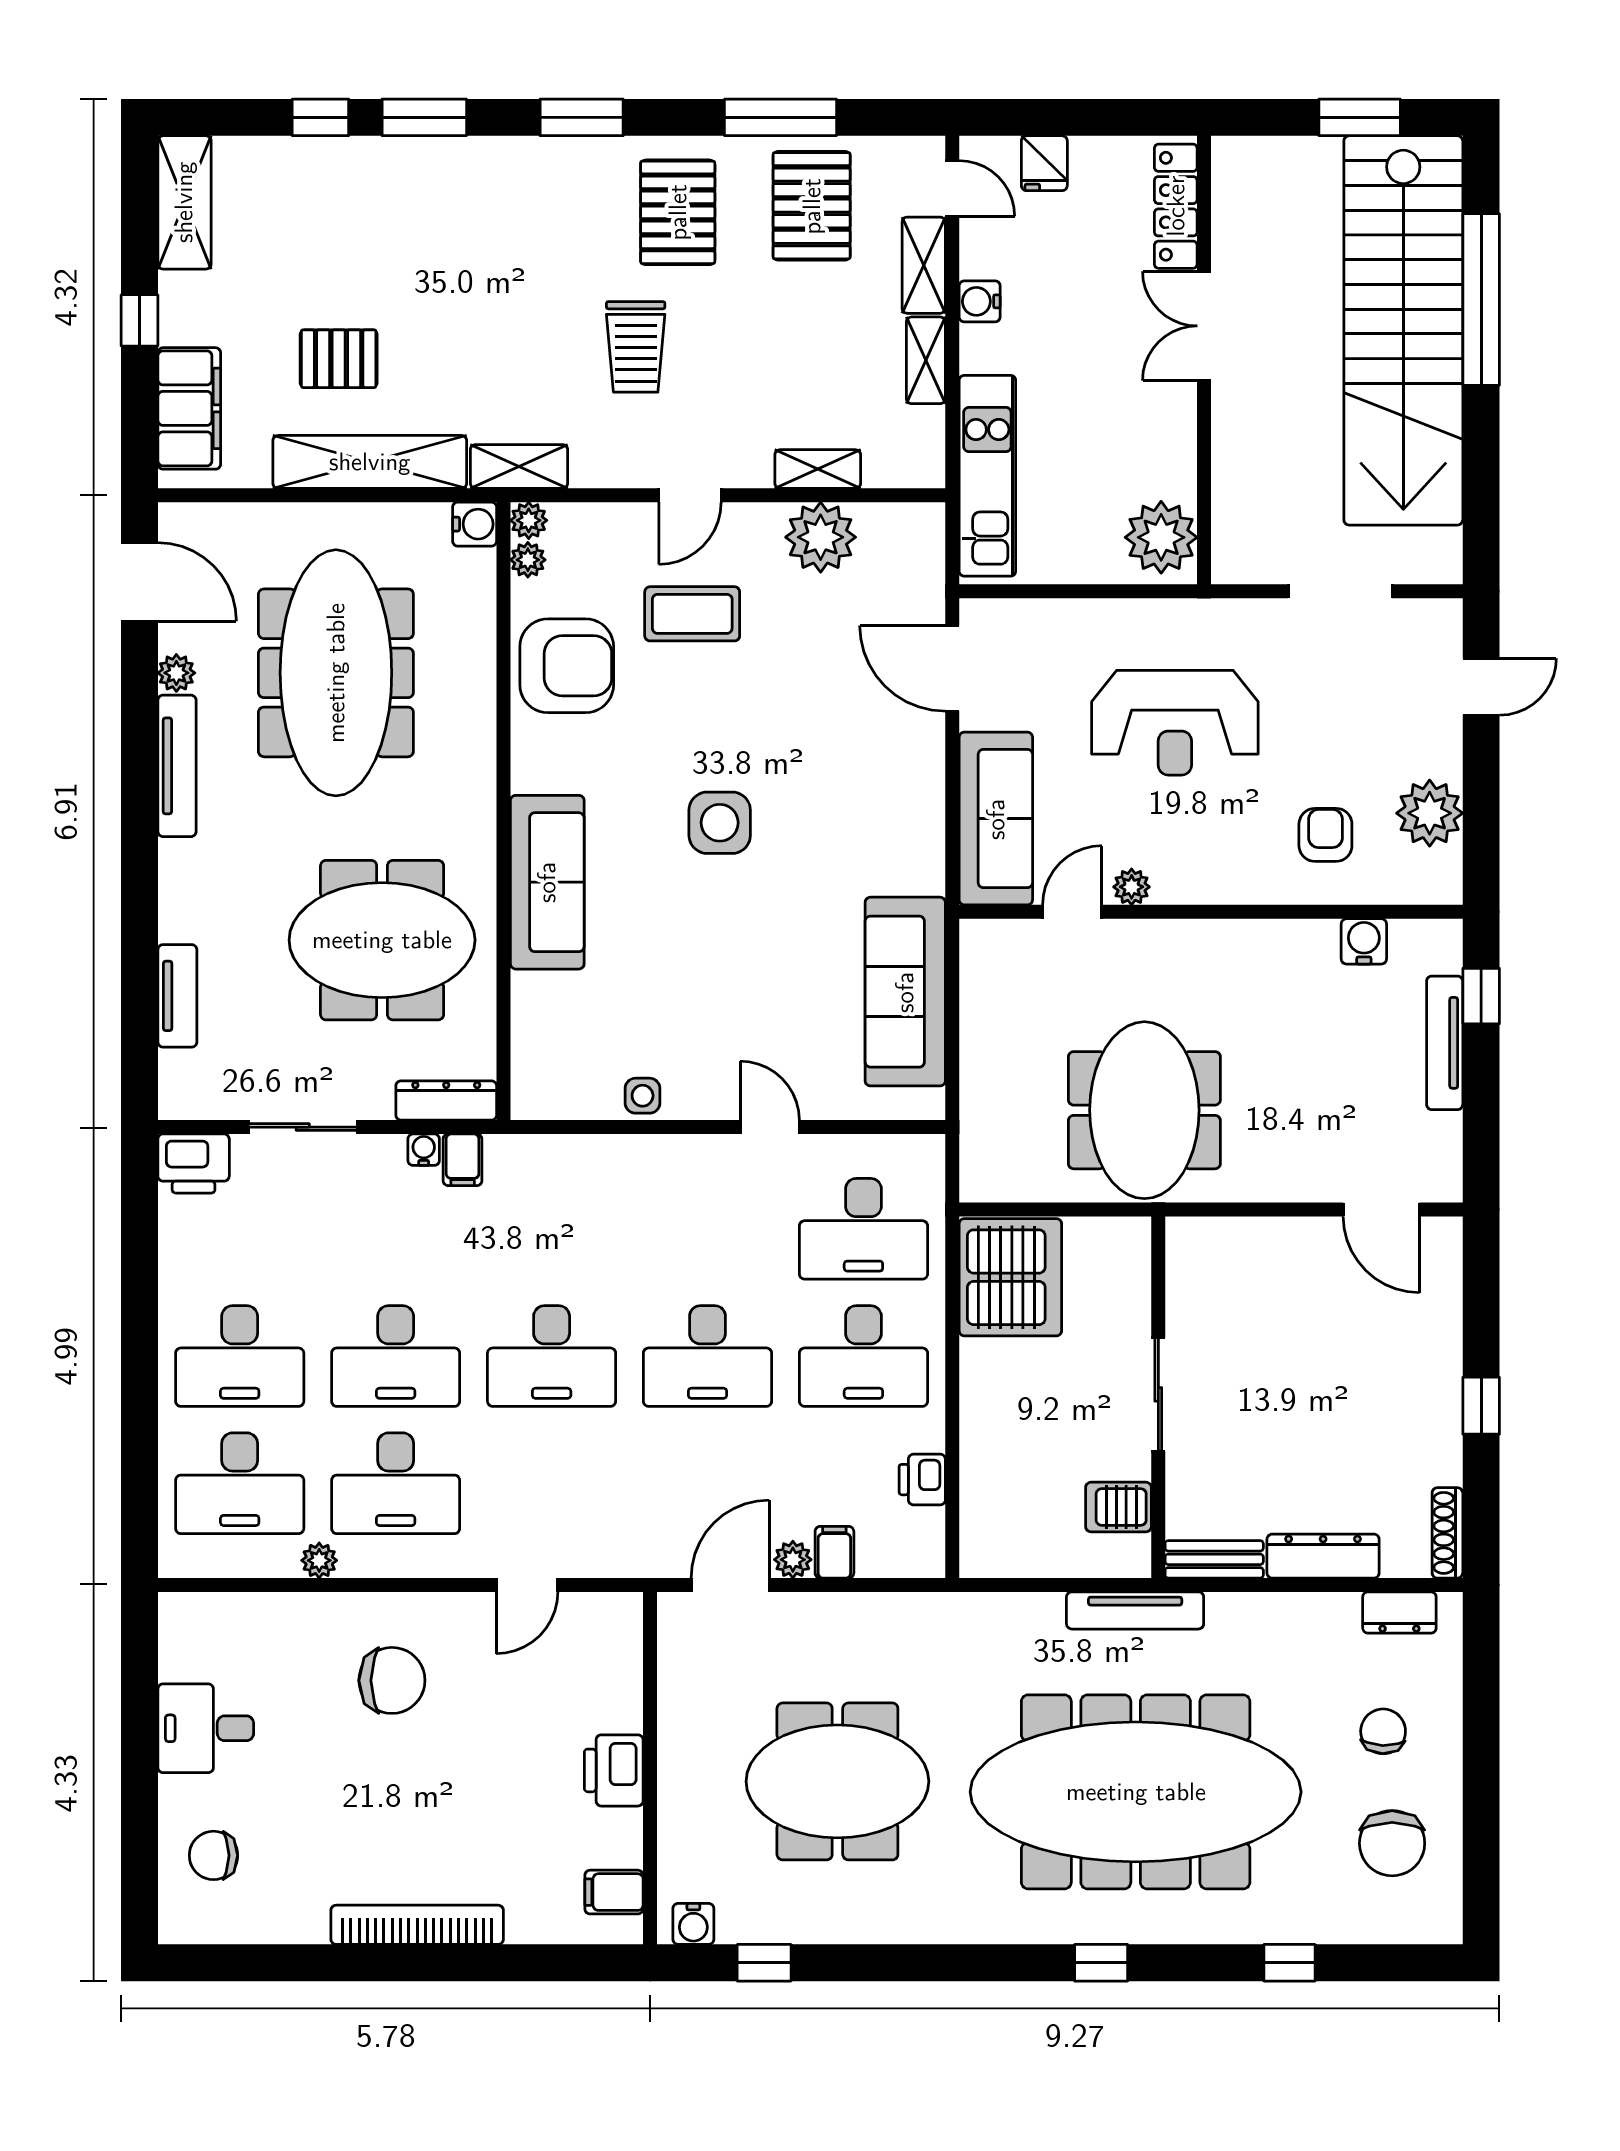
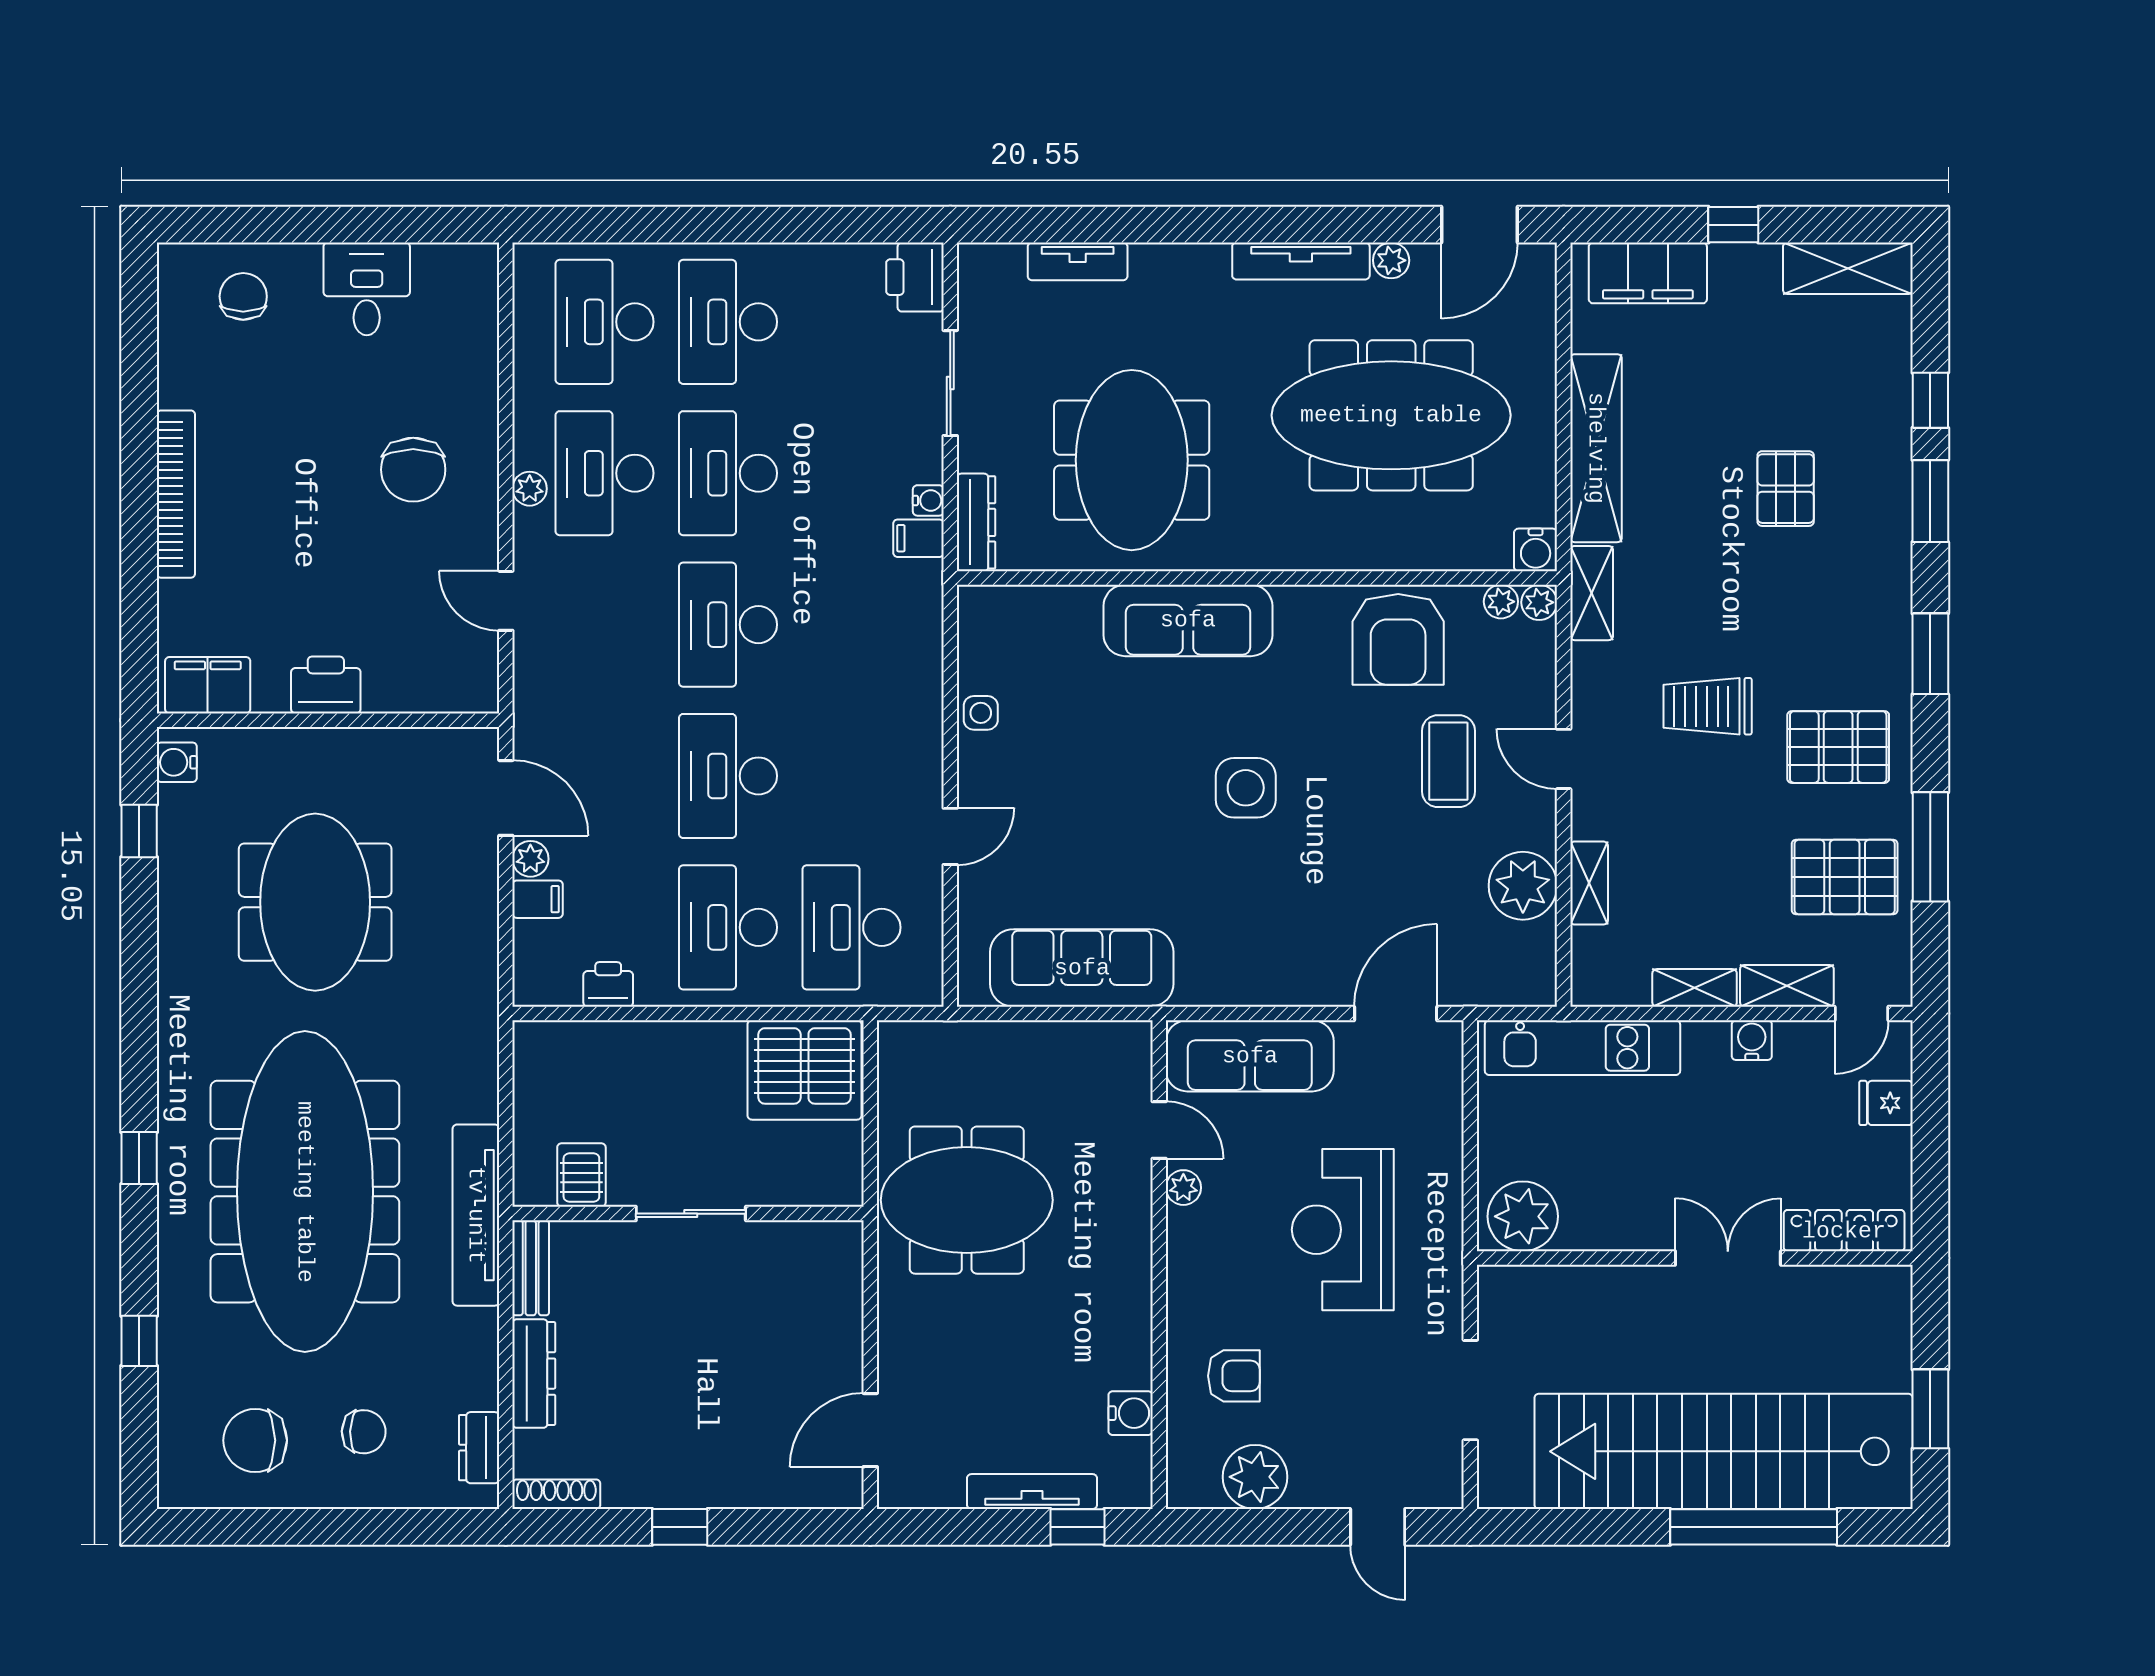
pallet: (339, 359) -> (1786, 489), moved
plant: (319, 1560) -> (530, 489), moved
tv unit: (1135, 1610) -> (476, 1215), width x1.36, depth x1.29
filing cabinet: (614, 1892) -> (208, 685), width x2.00

